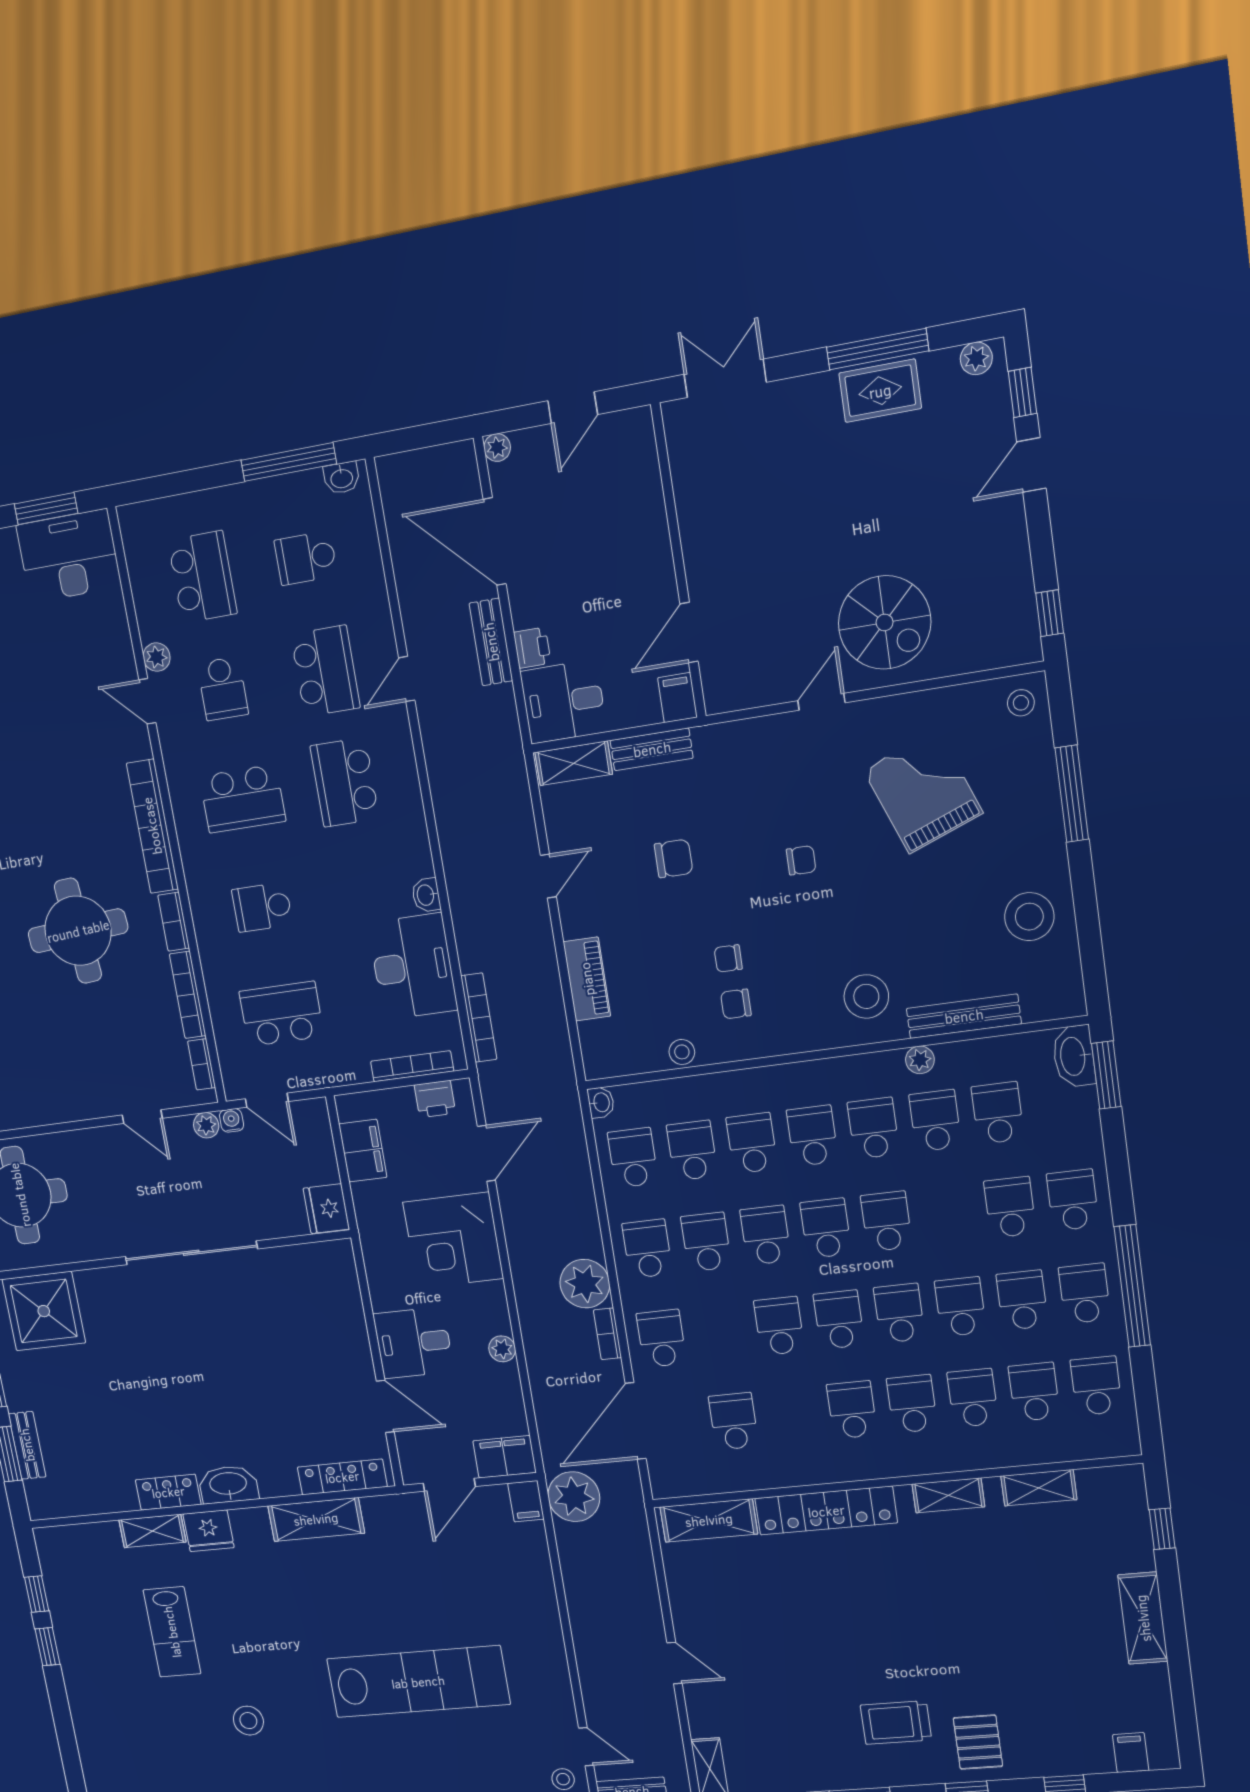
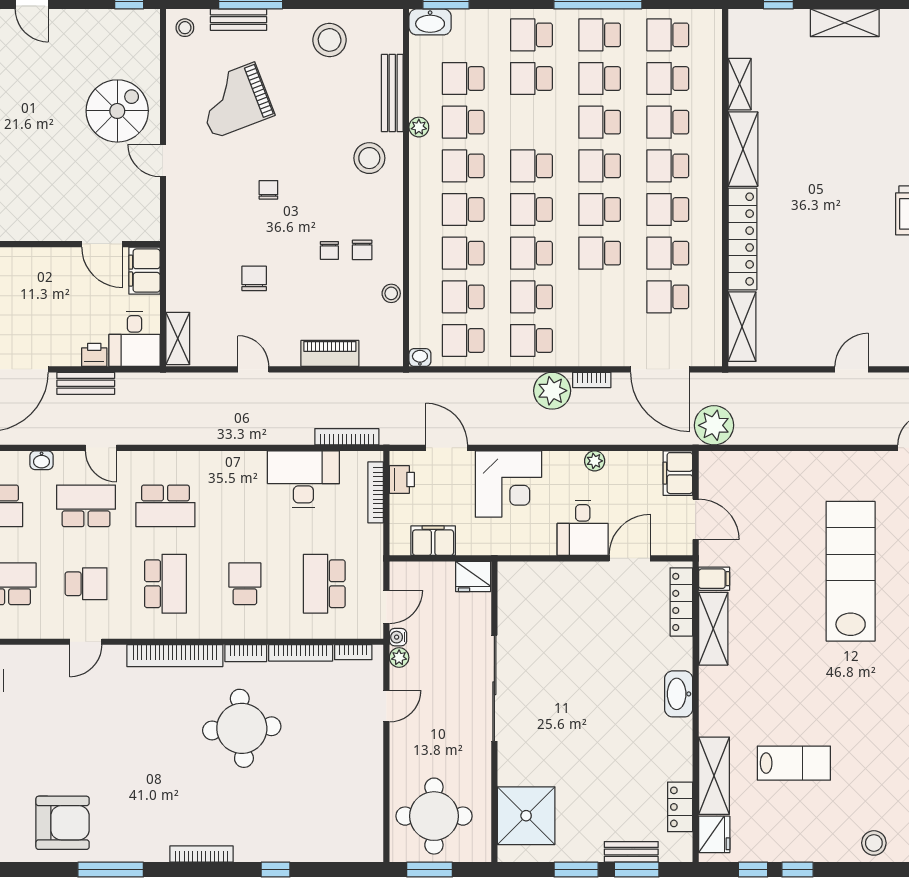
plant: (157, 657) -> (56, 629), removed
filing cabinet: (677, 698) -> (144, 271), width x2.00
bench: (652, 749) -> (238, 20), moved, turned 90
washbasin: (426, 895) -> (42, 460), moved
school desk: (262, 907) -> (245, 584), turned 180
school desk: (661, 1338) -> (668, 253), moved
locker: (168, 1492) -> (680, 807), moved
shelving: (948, 1495) -> (743, 149), width x1.50, depth x1.33
filing cabinet: (526, 1501) -> (714, 579), moved
shelving: (152, 1531) -> (714, 776), width x1.50, depth x1.33
fridge: (209, 1531) -> (714, 834), moved
stool: (248, 1721) -> (874, 843), moved

